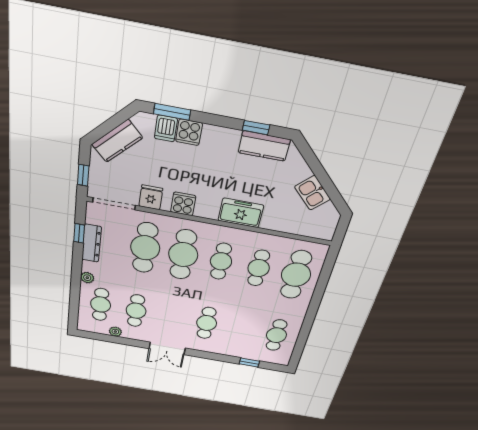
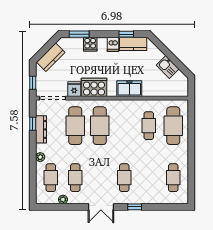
dishwasher: (166, 128) -> (113, 44), moved
cooker: (183, 204) -> (94, 87), width x1.87, depth x1.31
cafe table: (221, 261) -> (124, 126), removed
window: (249, 362) -> (135, 207), moved

